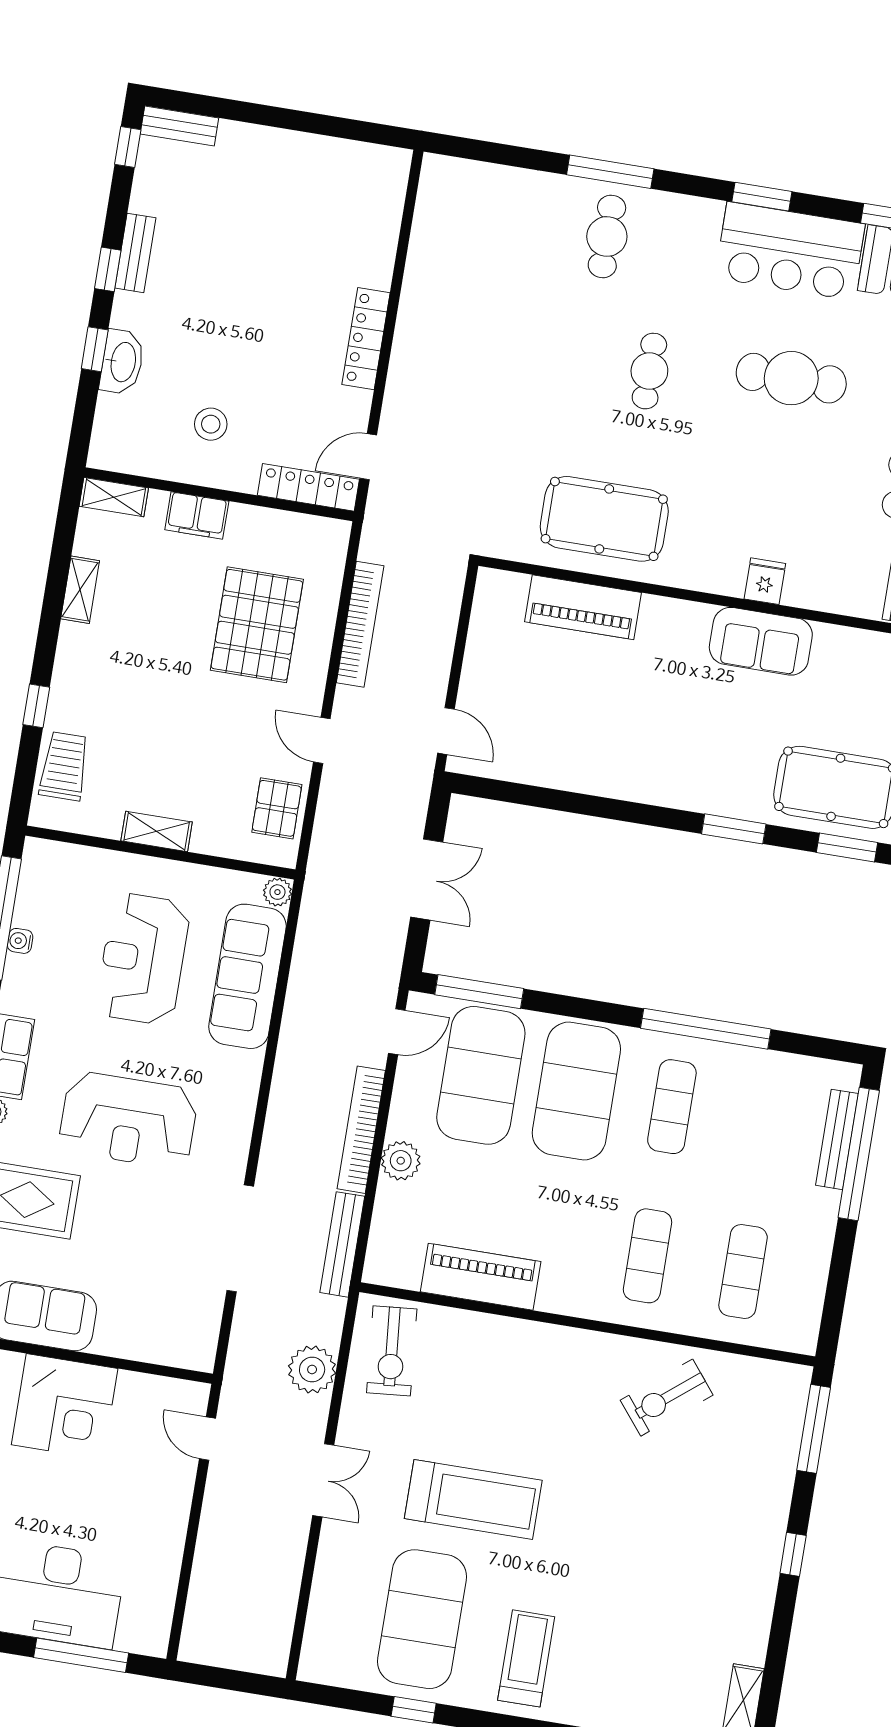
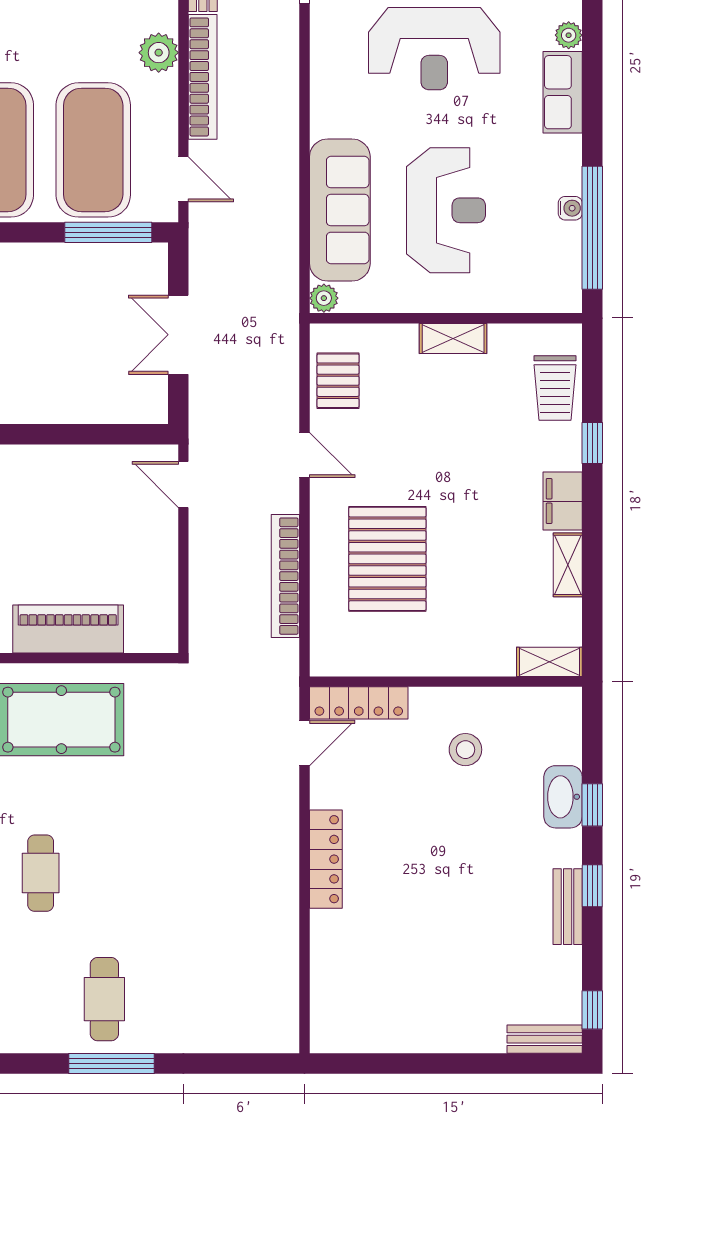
filing cabinet: (197, 515) -> (563, 501), moved, turned -90
door: (397, 1032) -> (183, 179), swing flipped
reception desk: (128, 1120) -> (434, 49), turned 180

